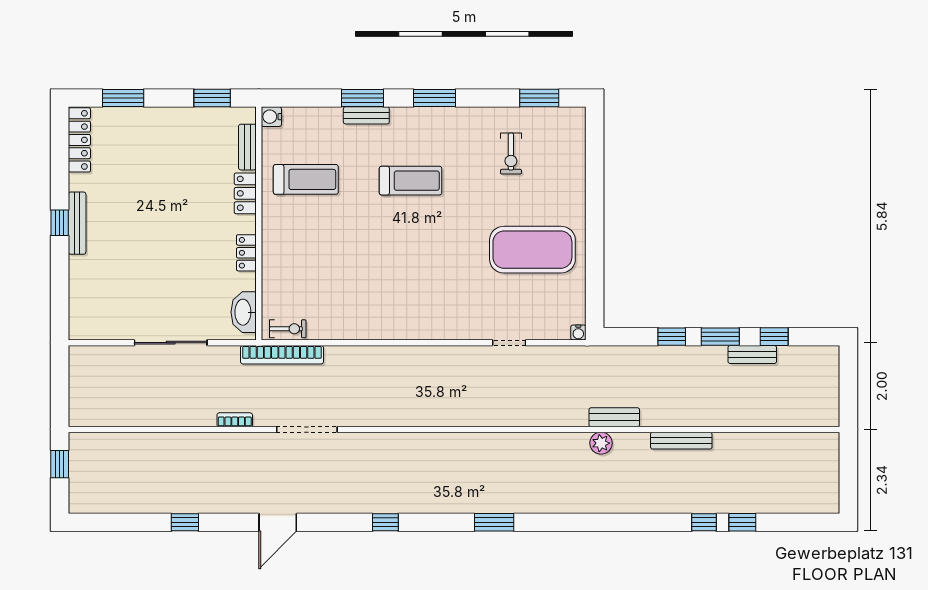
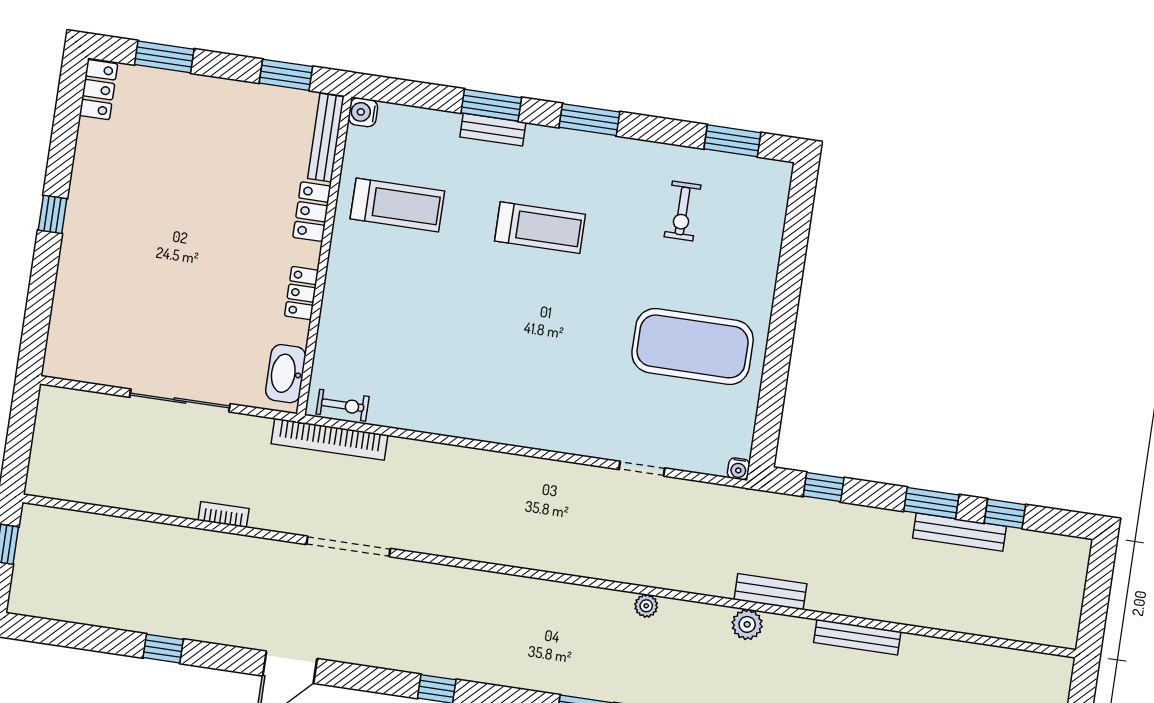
locker: (79, 140) -> (98, 90), width x0.66
bench: (247, 147) -> (326, 138), width x1.36
bench: (77, 223) -> (76, 218), removed
window: (672, 337) -> (824, 487), moved
bench: (752, 354) -> (960, 532), width x1.36
bookcase: (235, 420) -> (224, 515), moved
plant: (527, 440) -> (646, 606), added

